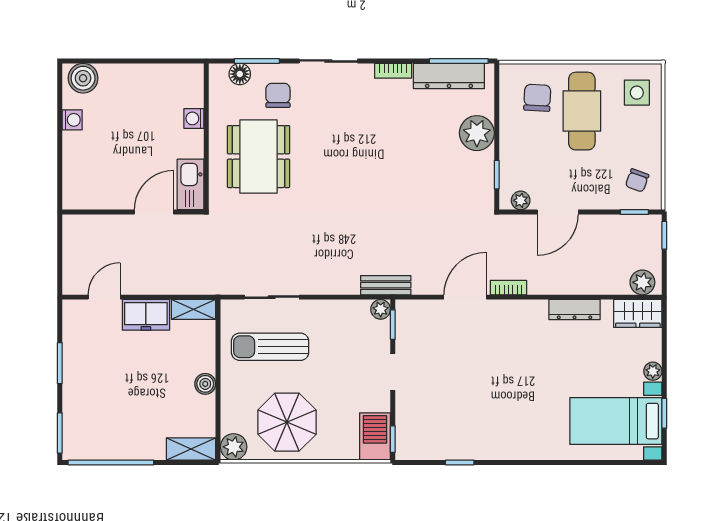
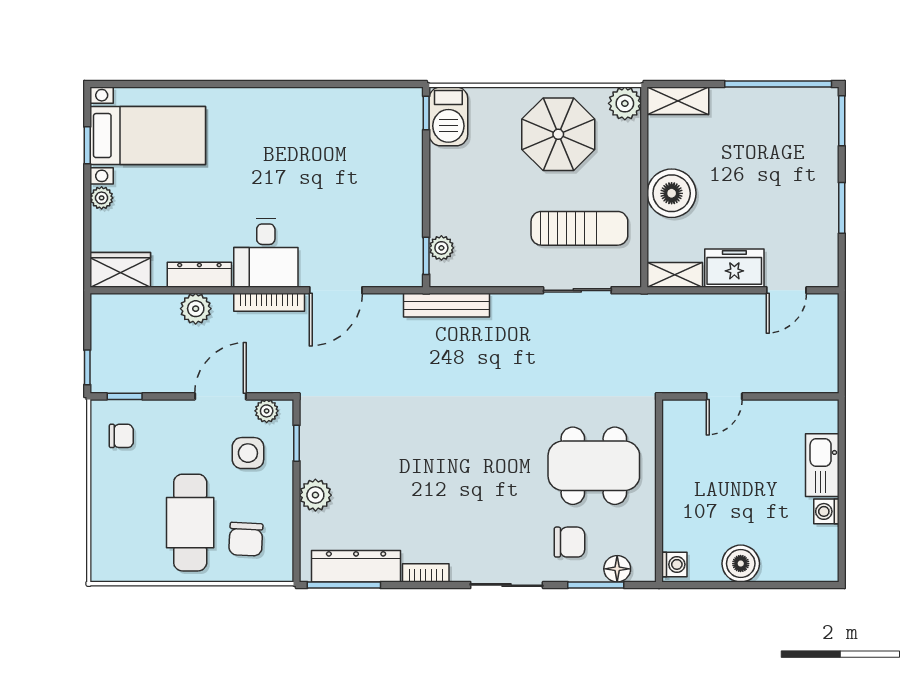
boiler: (83, 78) -> (741, 564), moved
side table: (637, 93) -> (248, 453), moved
chair: (278, 95) -> (569, 542), turned -90
washing machine: (194, 118) -> (674, 564), moved
plant: (477, 133) -> (315, 495), width x0.73, depth x0.73
dining table: (259, 157) -> (594, 466), turned 90
chair: (637, 180) -> (121, 436), turned 70
kitchen sink: (191, 184) -> (822, 465), moved, turned 180
door: (154, 212) -> (724, 396), width x0.73
plant: (642, 282) -> (196, 309), moved
bench: (386, 285) -> (446, 305), width x1.36
bookcase: (508, 288) -> (269, 302), width x1.56
plant: (381, 309) -> (441, 248), moved
desk: (521, 327) -> (266, 253), added
doorway: (393, 372) -> (426, 197), removed
boiler: (205, 384) -> (672, 193), width x1.86, depth x1.86
window: (460, 462) -> (343, 84), removed

